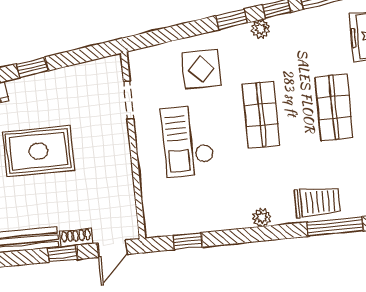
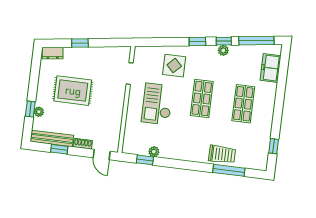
plant: (261, 29) -> (223, 50), moved
plant: (262, 218) -> (154, 152), moved
door: (112, 249) -> (102, 154), hinge flipped
window: (63, 254) -> (59, 149), moved

